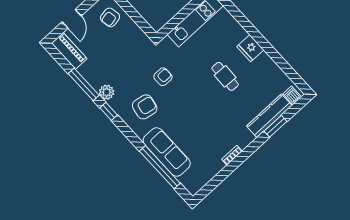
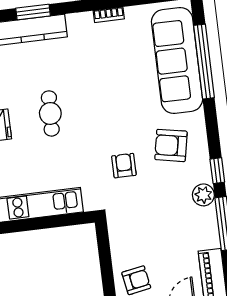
armchair: (163, 77) -> (124, 166), turned 90
sofa: (167, 152) -> (177, 60), width x1.36, depth x1.27

